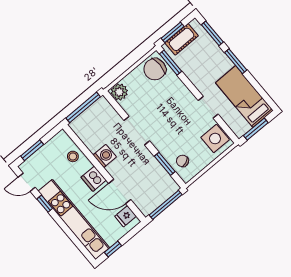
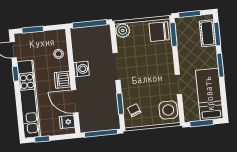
cot: (182, 39) -> (208, 33), moved, turned 90

